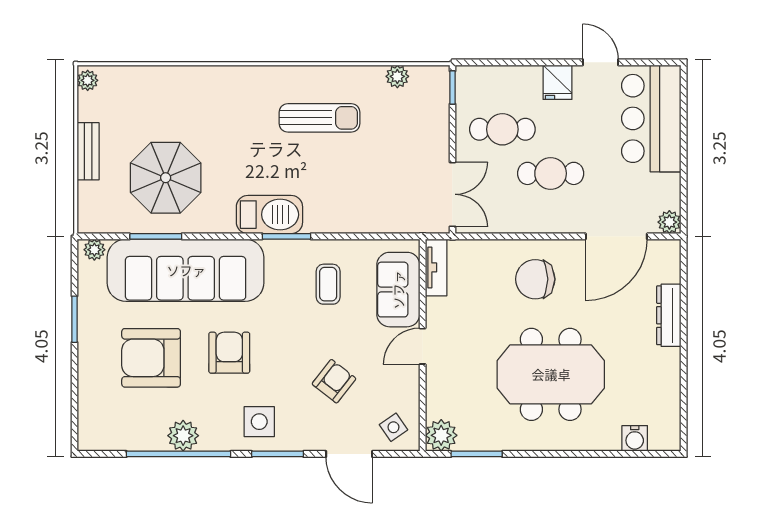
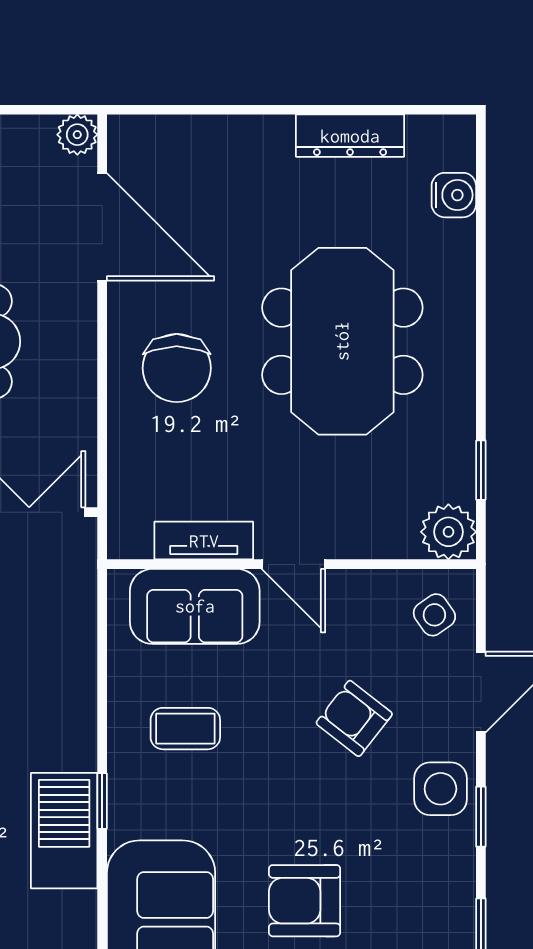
window: (286, 236) -> (102, 801), width x0.67
tv unit: (436, 267) -> (204, 541), moved
dresser: (669, 315) -> (350, 136), moved
side table: (259, 422) -> (440, 789), moved
window: (278, 454) -> (481, 817), width x0.67
window: (477, 454) -> (481, 470), width x0.67

